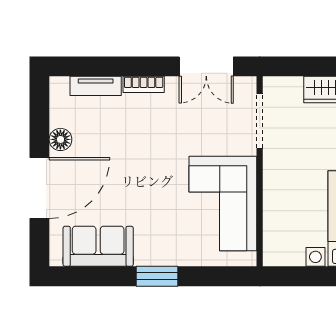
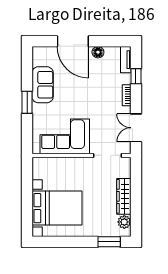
window: (107, 66) -> (136, 76), added
tv unit: (96, 86) -> (126, 60), moved
sofa: (98, 246) -> (43, 85), moved

